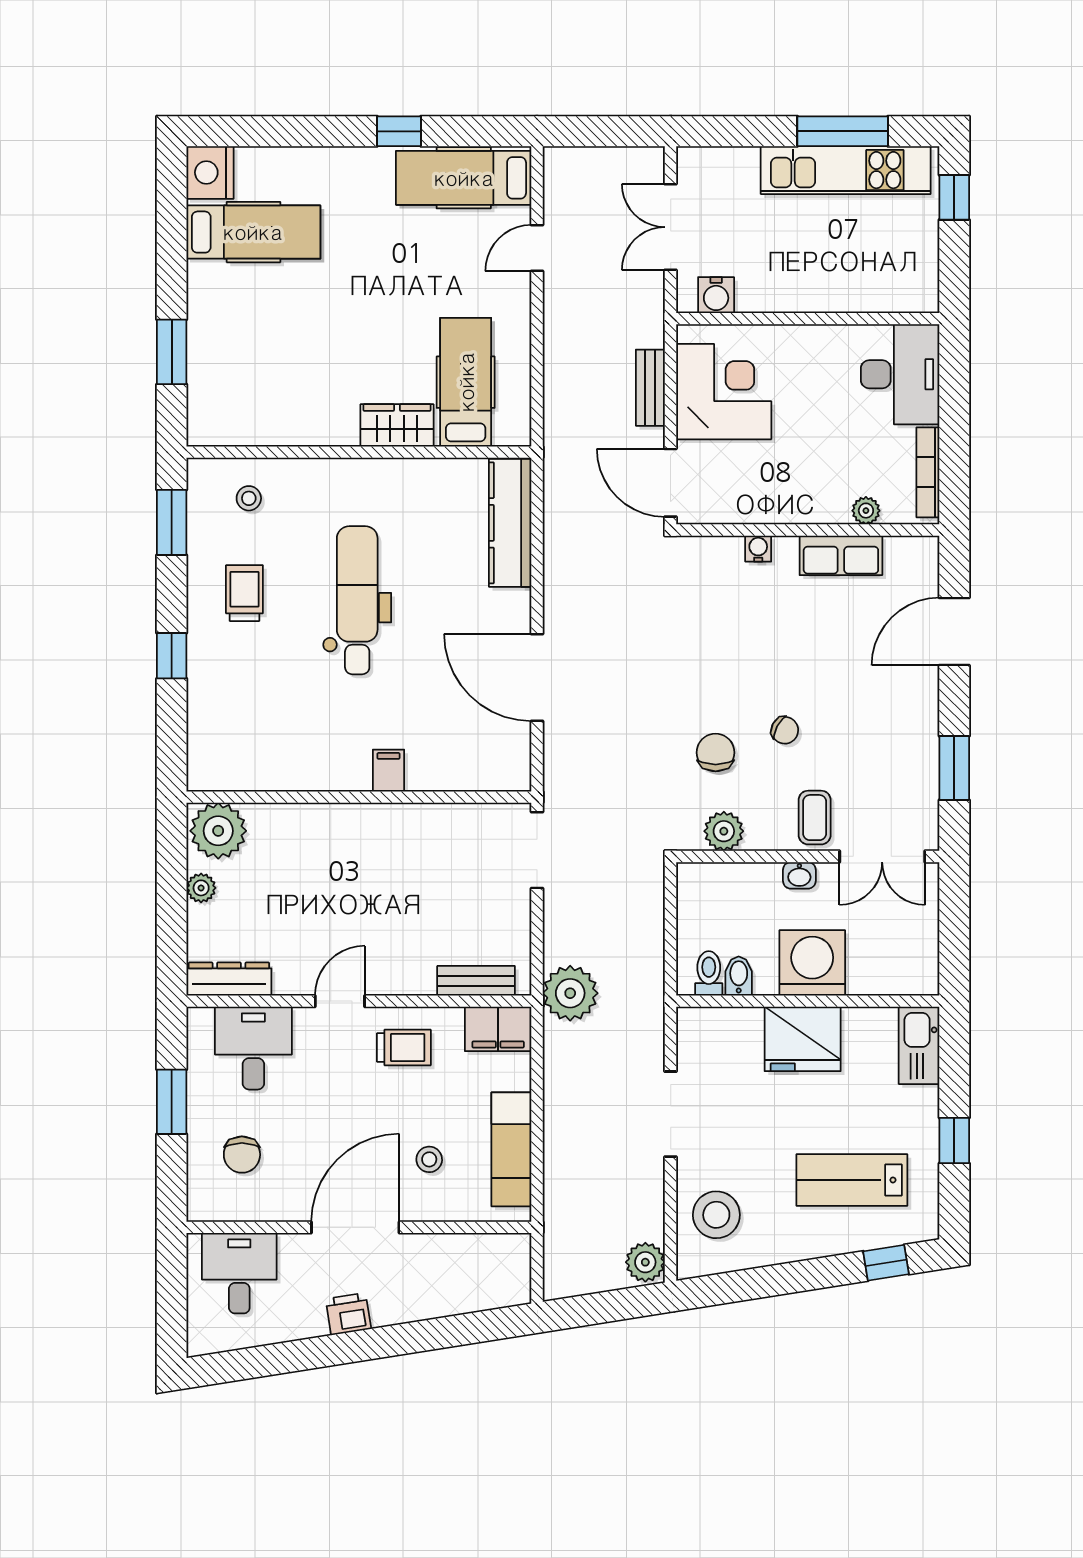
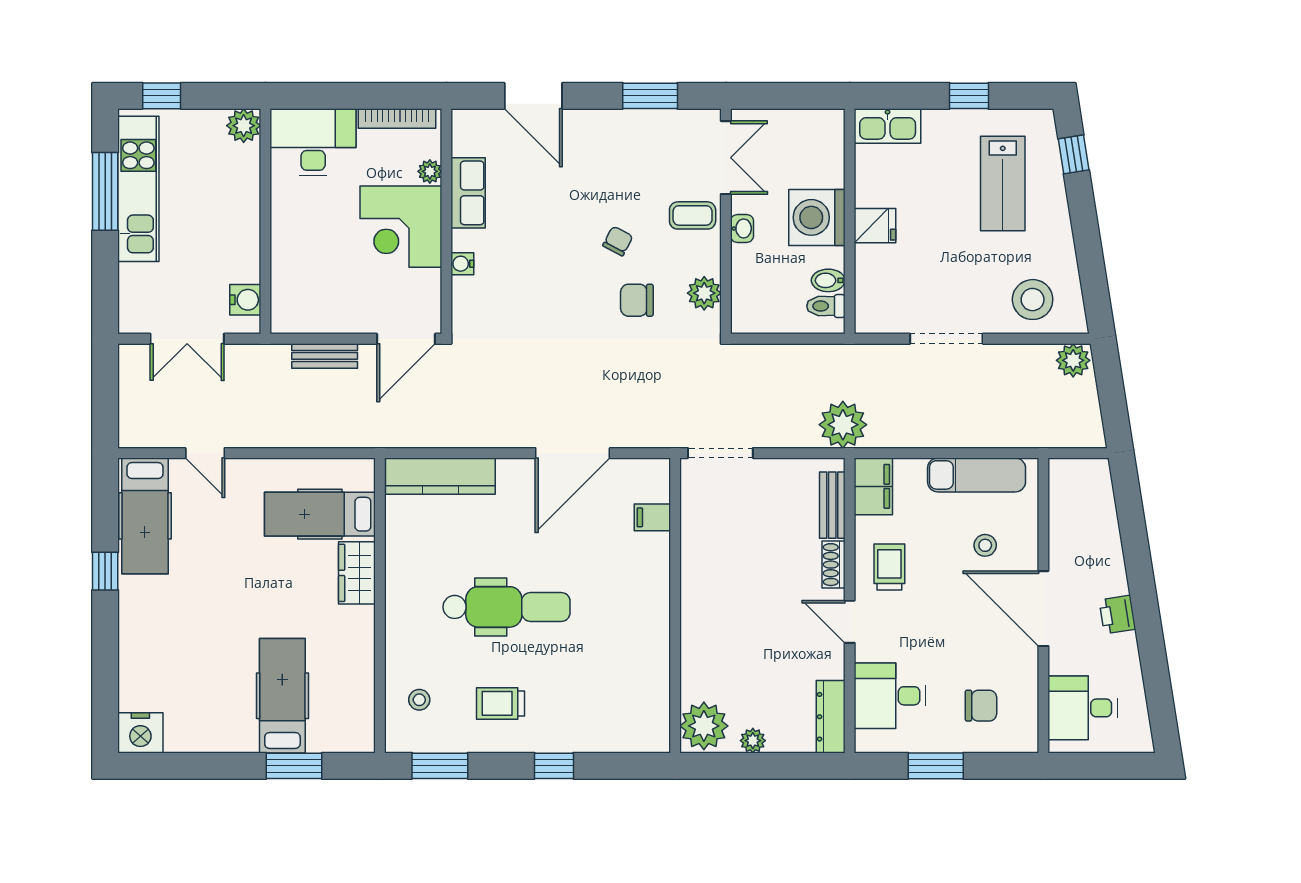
hospital bed: (253, 232) -> (282, 696), moved
plant: (920, 293) -> (244, 126), added
corner desk: (724, 392) -> (401, 227), moved, turned -90
dental chair: (357, 600) -> (507, 607), turned 180
filing cabinet: (388, 771) -> (652, 517), moved
shoe rack: (407, 982) -> (833, 565), added
fridge: (803, 1039) -> (875, 226), width x0.53, depth x0.75

